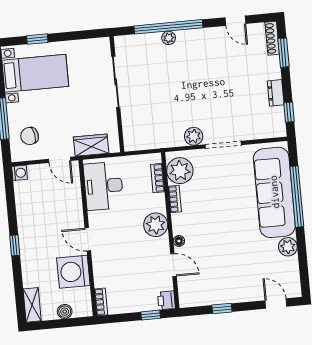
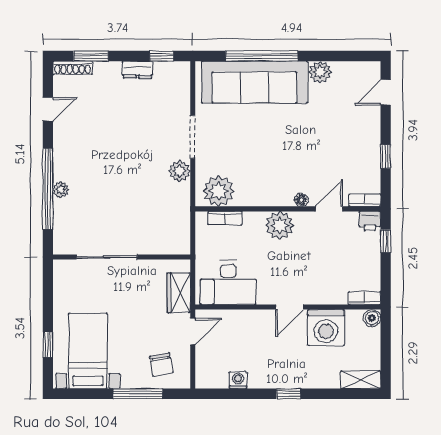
washing machine: (20, 173) -> (238, 380), moved
bookcase: (175, 199) -> (365, 200), moved
boiler: (65, 312) -> (372, 318), moved

